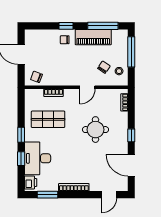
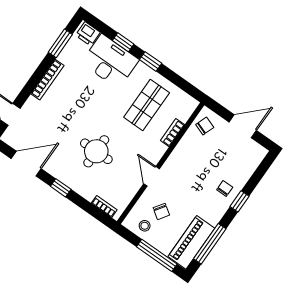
piano: (93, 37) -> (191, 242), moved

